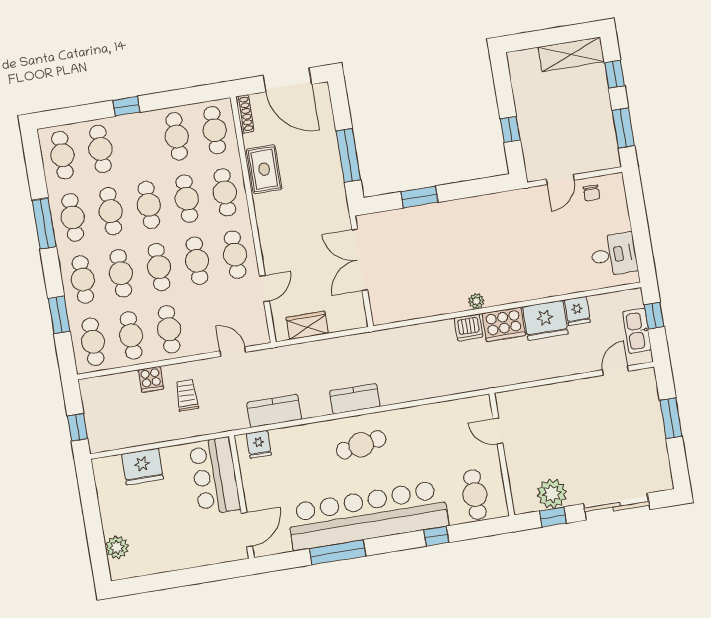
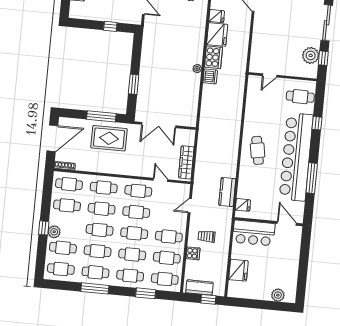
plant: (124, 126) -> (54, 232), added
rug: (264, 169) -> (109, 138), moved, width x1.36, depth x1.43
wardrobe: (307, 325) -> (186, 162), width x1.50
kitchen counter: (355, 399) -> (199, 287), moved, turned 90

